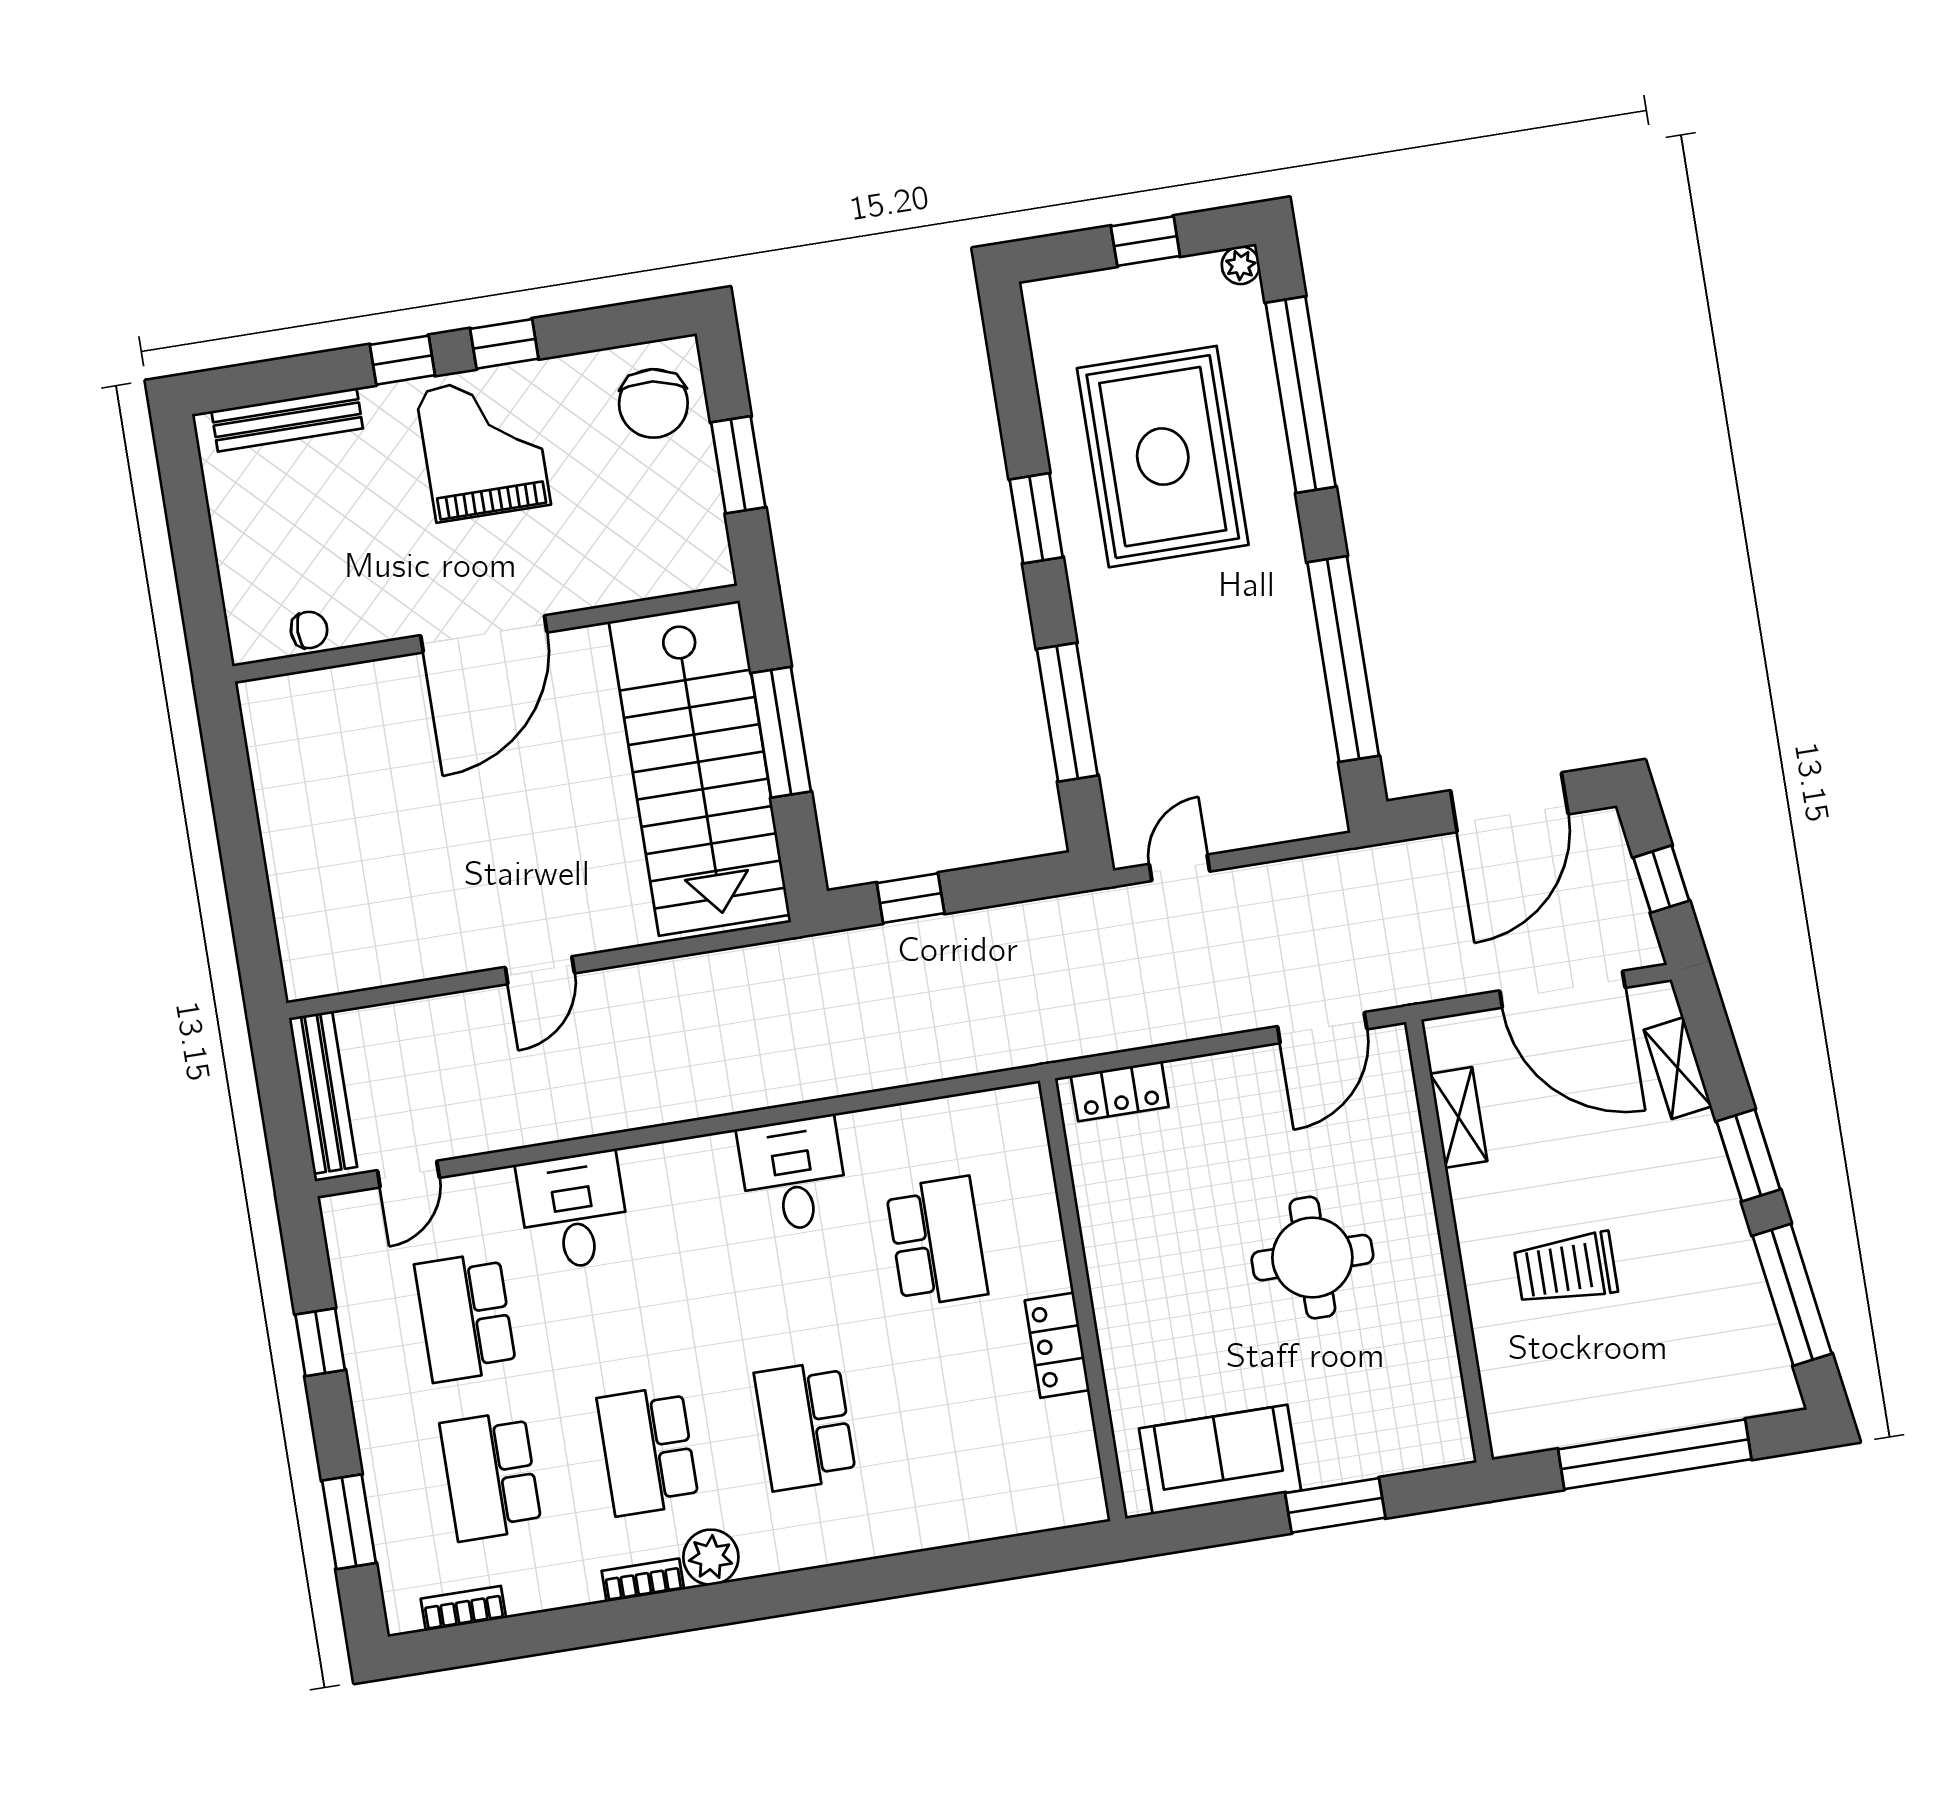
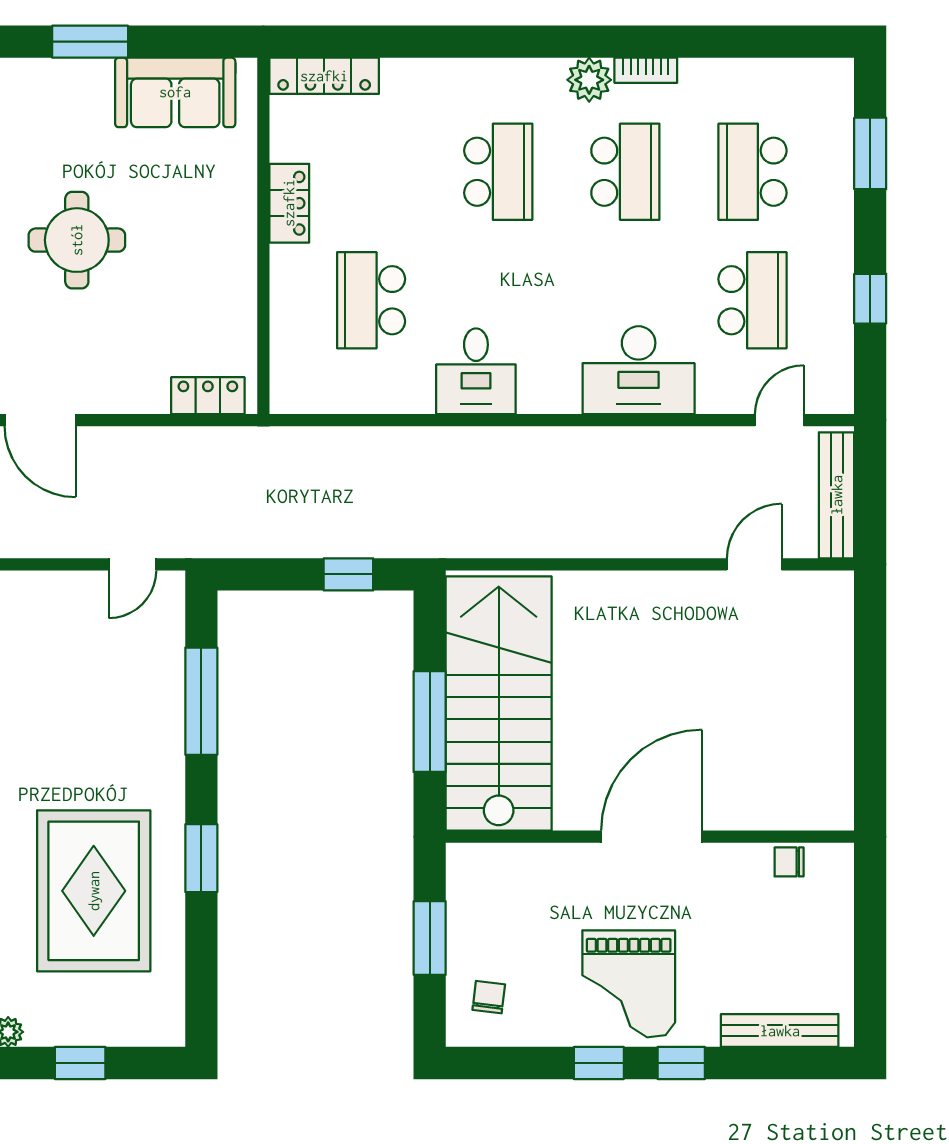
chair: (653, 403) -> (489, 997), width x0.54, depth x0.54
door: (540, 970) -> (754, 564), moved
door: (1322, 1028) -> (40, 420), swing flipped
desk: (574, 1211) -> (639, 370), width x1.37
school desk: (491, 1476) -> (753, 172), turned 180
locker: (1039, 1510) -> (324, 76), added
bookcase: (463, 1608) -> (791, 71), removed

